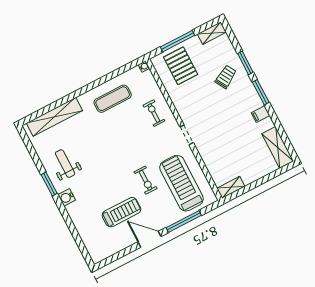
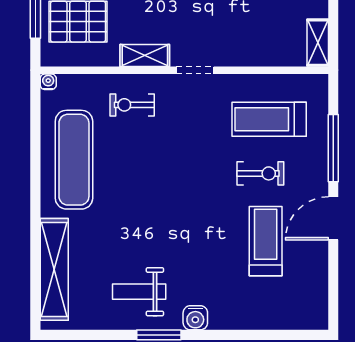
exercise mat: (113, 99) -> (74, 160), width x1.36, depth x1.45
shelving: (181, 107) -> (145, 55), added
exercise bike: (146, 180) -> (260, 173), moved
treadmill: (182, 183) -> (269, 119), width x0.73, depth x0.73

